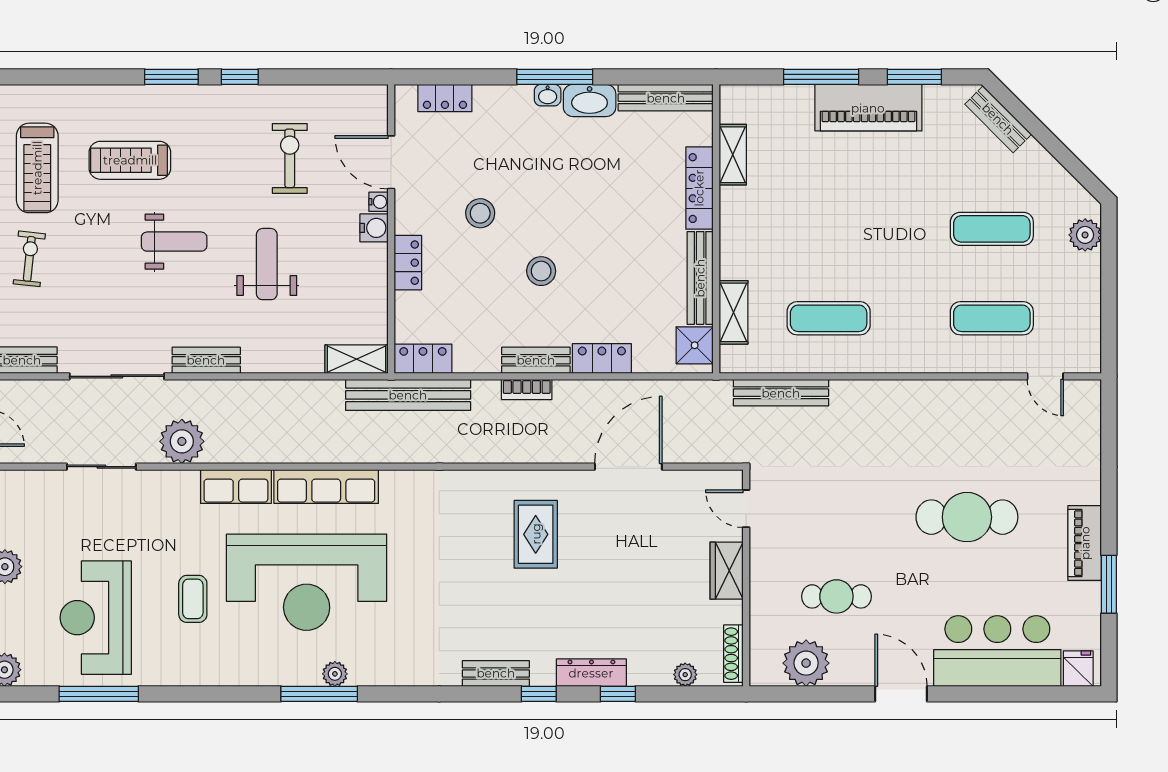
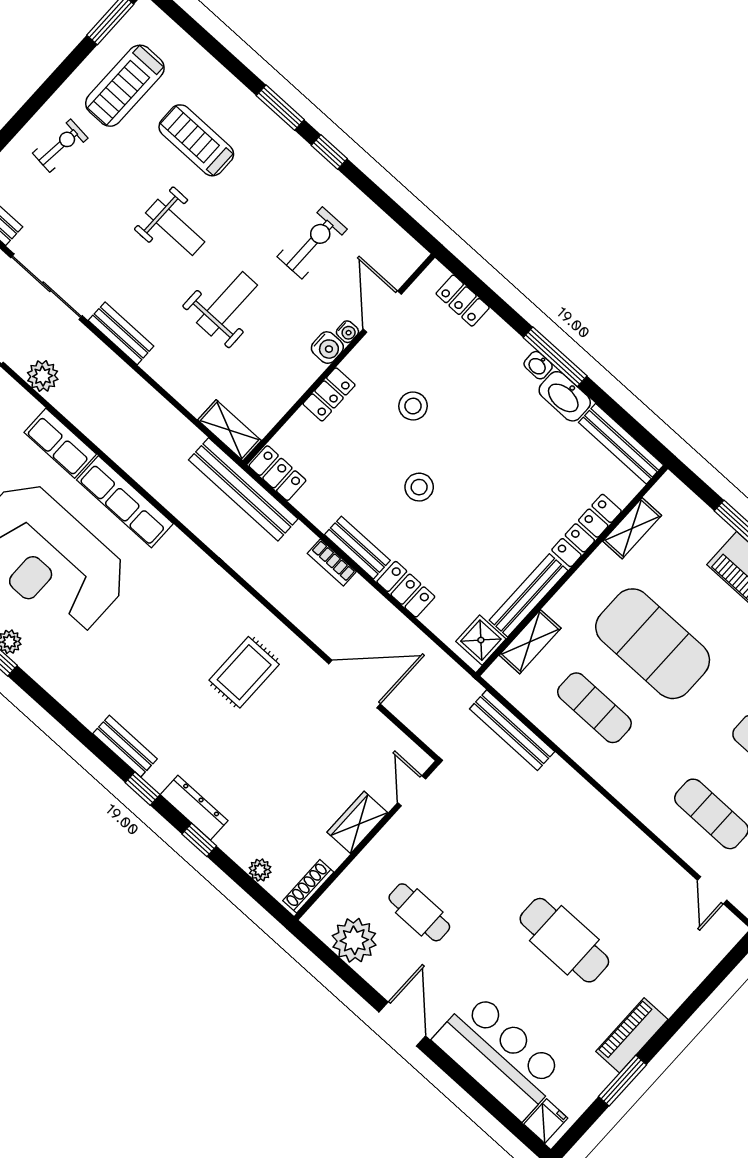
exercise mat: (829, 229) -> (653, 644), added
plant: (182, 441) -> (43, 376), width x0.73, depth x0.73

